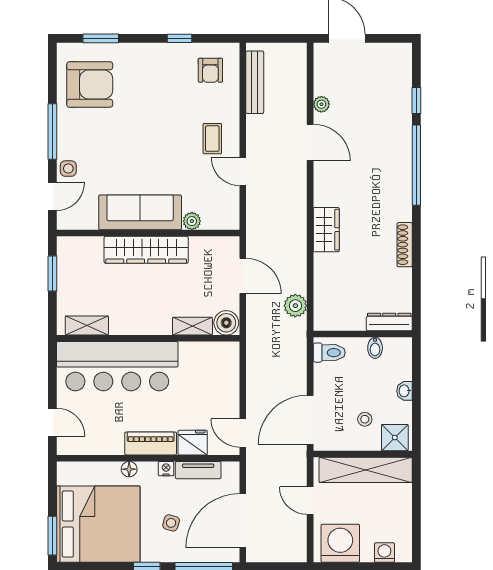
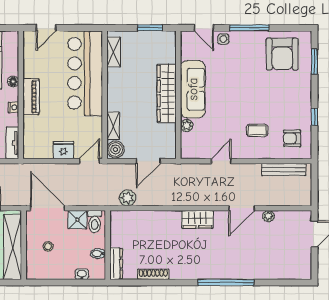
window: (416, 101) -> (271, 283), removed
coffee table: (212, 139) -> (257, 130), moved
wardrobe: (326, 230) -> (197, 219), moved
shoe rack: (405, 245) -> (153, 274), moved
washbasin: (405, 391) -> (82, 274), moved
door: (243, 433) -> (89, 161), moved
shower: (395, 438) -> (77, 220), moved
fridge: (193, 443) -> (63, 150), moved, turned -90
tv unit: (198, 470) -> (12, 143), moved

